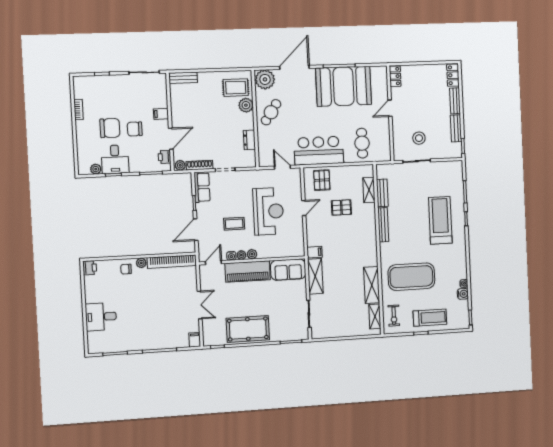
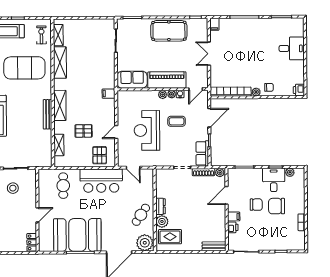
dresser: (249, 140) -> (160, 206), moved
printer: (164, 157) -> (233, 227), moved
bench: (382, 193) -> (47, 142), removed
shelving: (315, 276) -> (60, 105), moved

